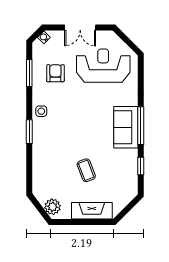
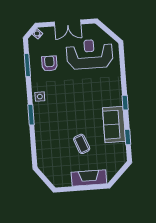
window: (141, 126) -> (125, 103), width x0.46
sofa: (126, 127) -> (114, 124), moved
plant: (53, 207) -> (55, 177), removed

